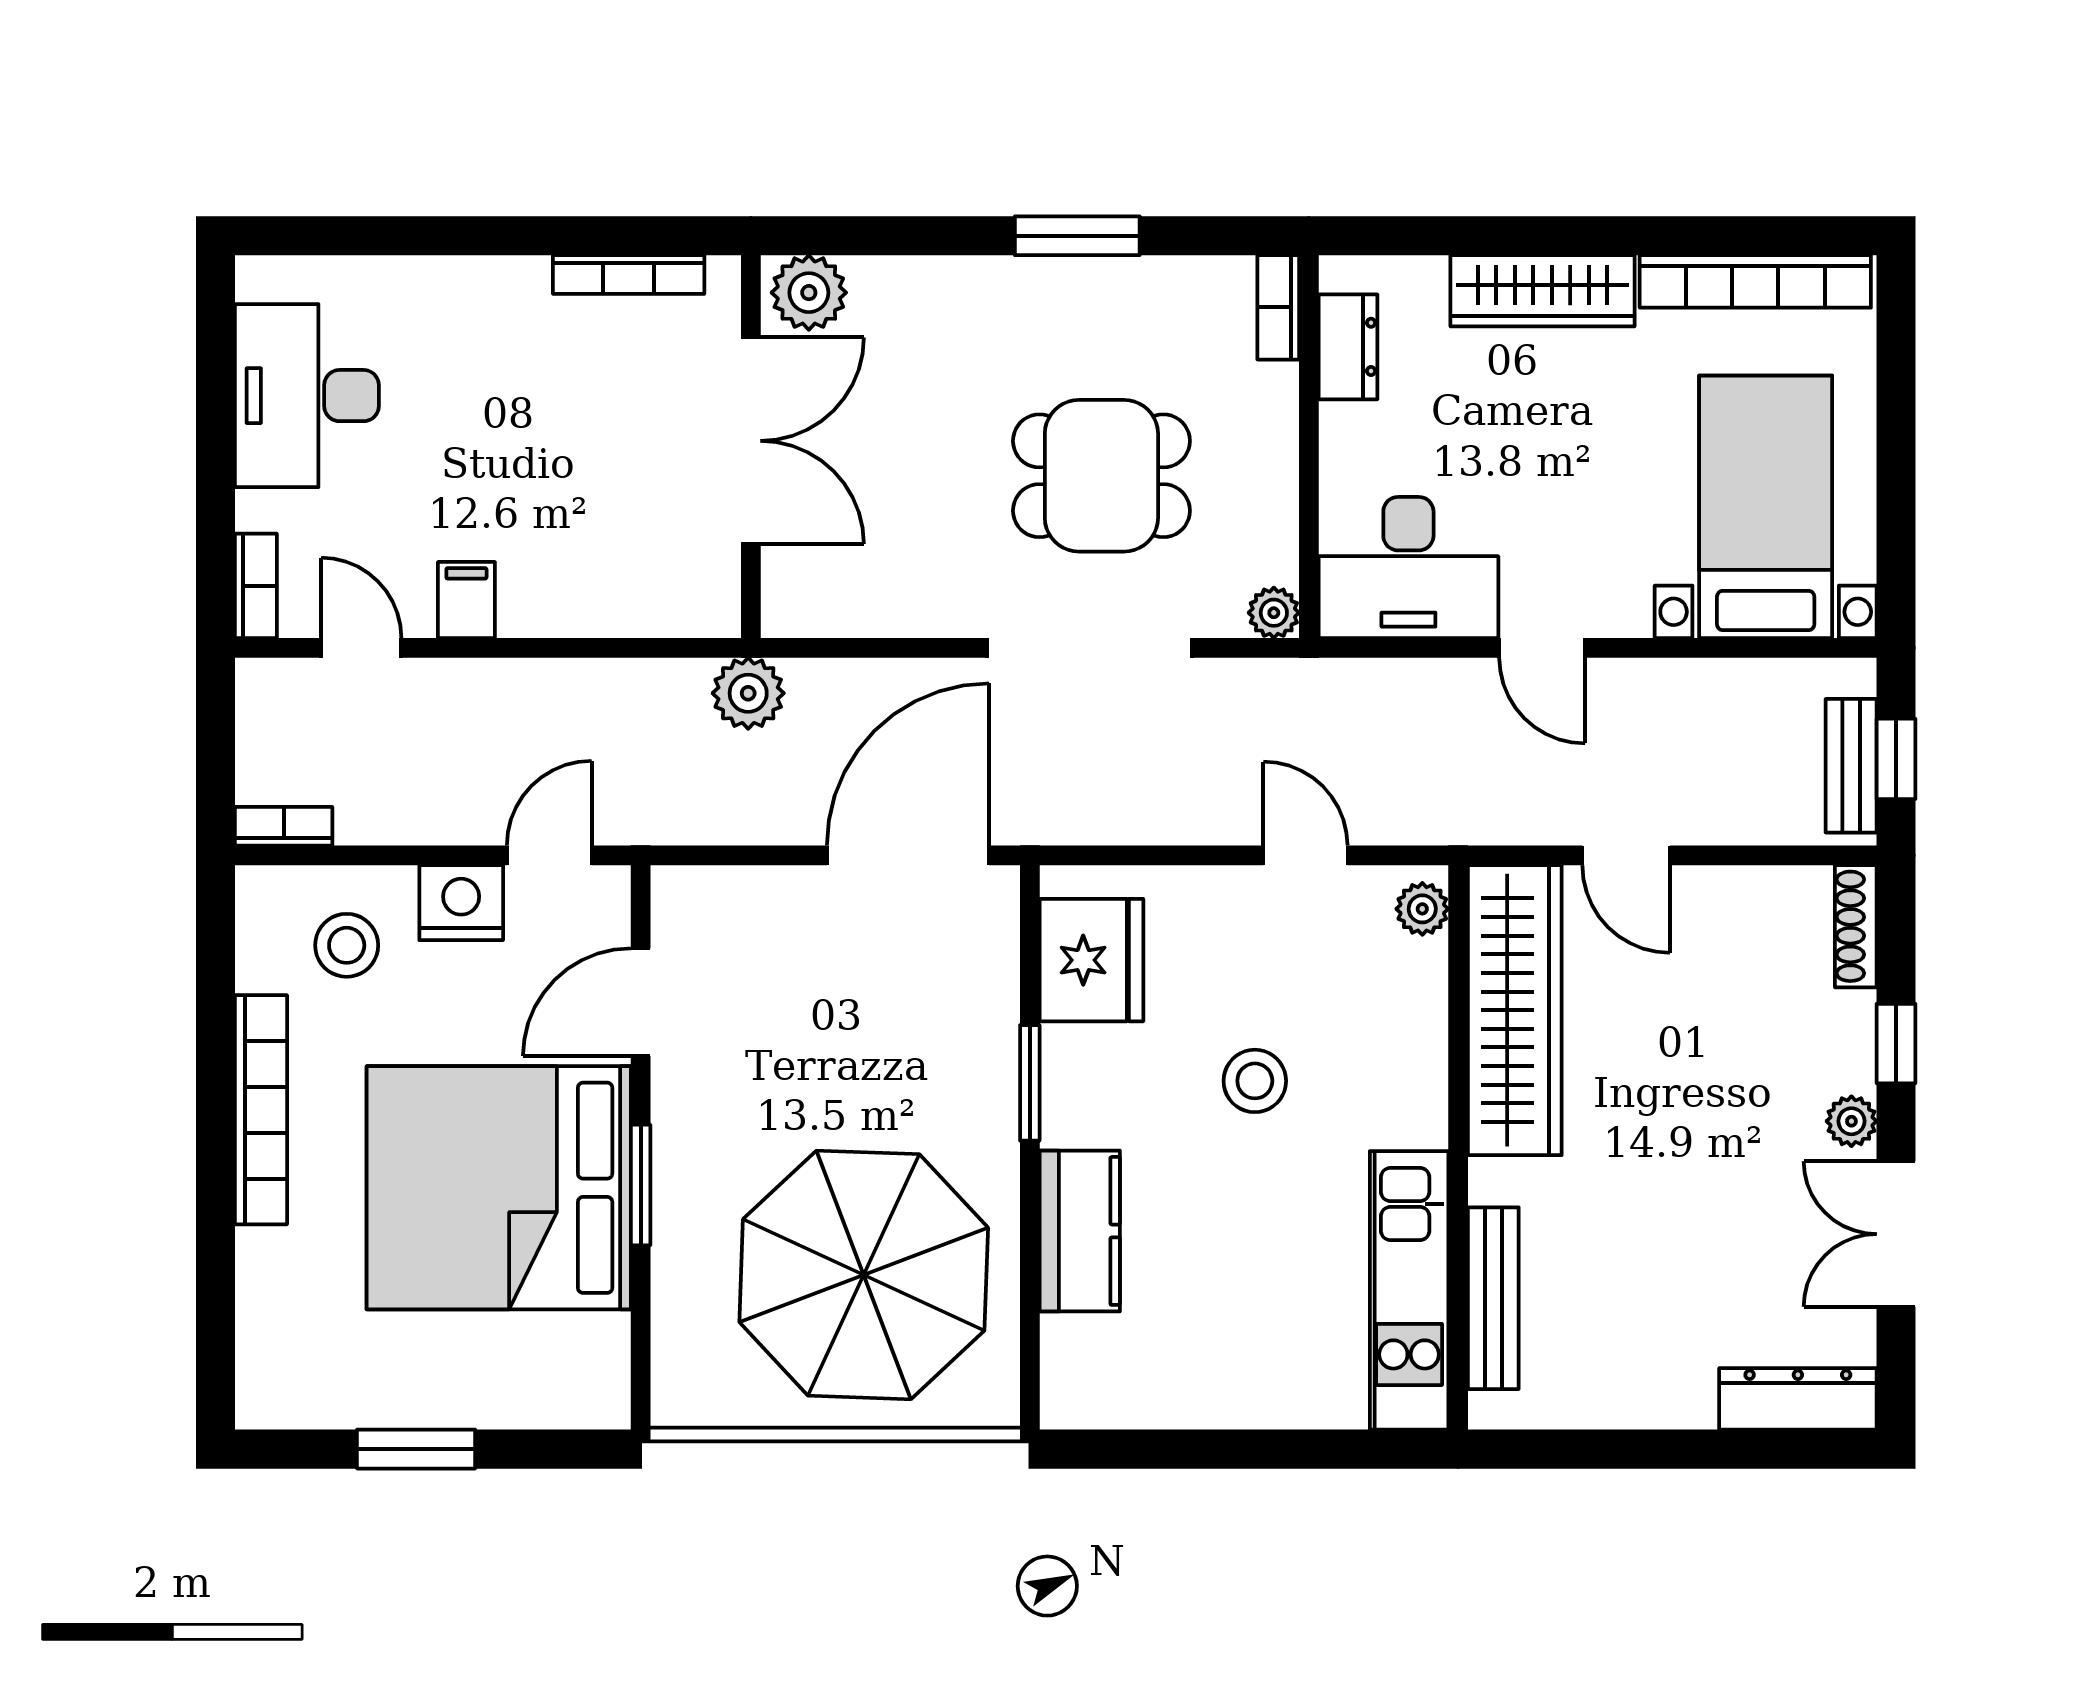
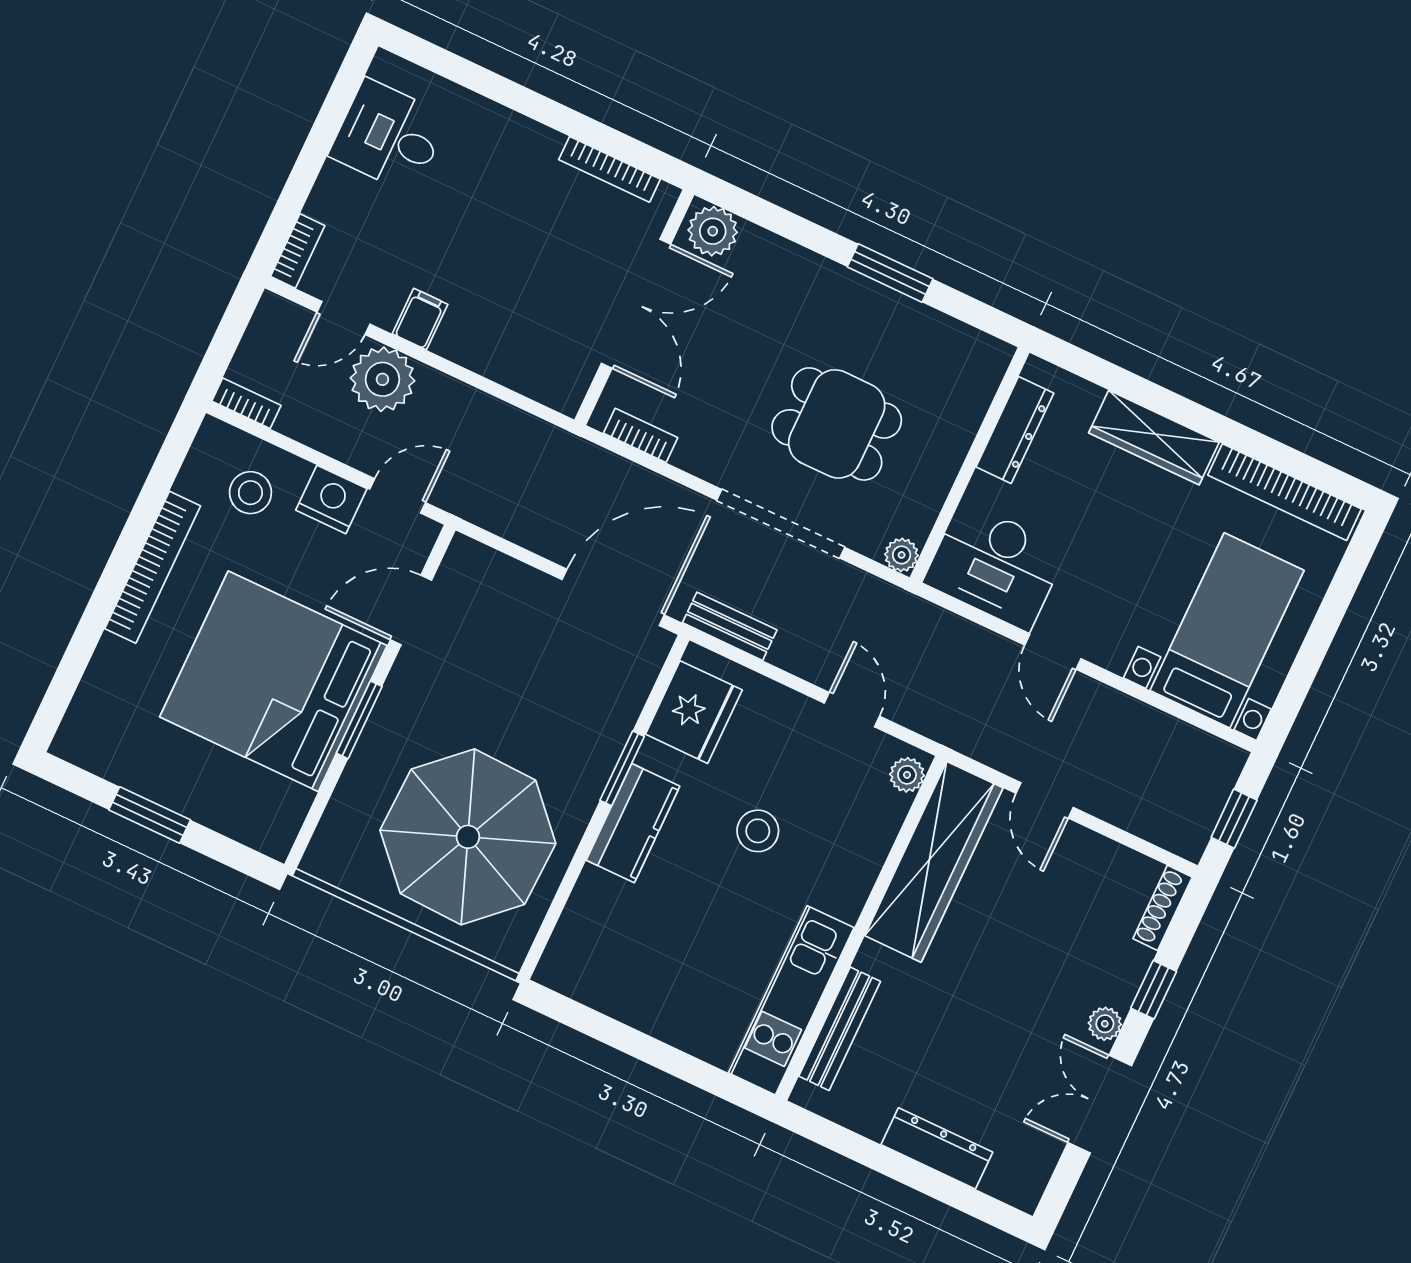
bookcase: (1278, 307) -> (641, 435), moved, turned 90
dresser: (1348, 347) -> (1015, 430), width x1.44
desk: (307, 396) -> (389, 136), width x0.73
door: (361, 648) -> (343, 318), swing flipped
plant: (748, 693) -> (382, 379), moved, width x1.36, depth x1.36
bench: (1851, 766) -> (730, 626), moved, turned 90
kitchen counter: (1080, 1231) -> (633, 823), moved
dresser: (1798, 1399) -> (937, 1148), moved

